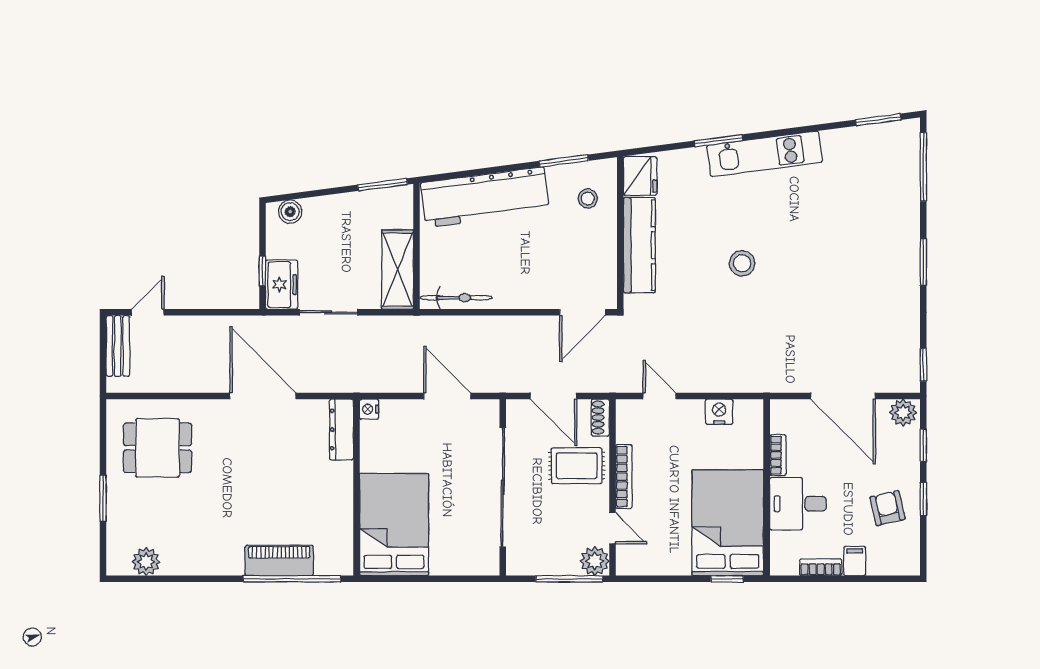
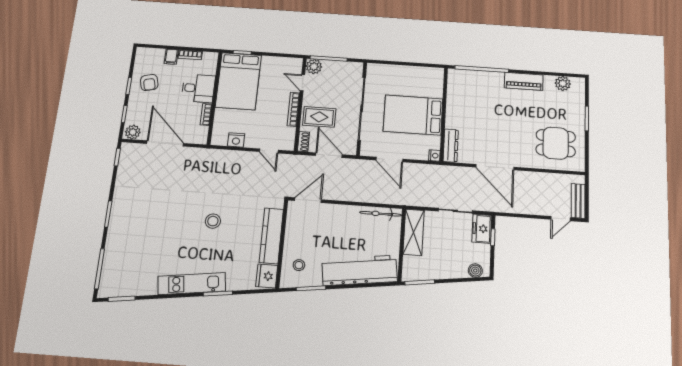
bed: (394, 525) -> (413, 115), moved, turned 90
piano: (279, 560) -> (524, 81), moved

